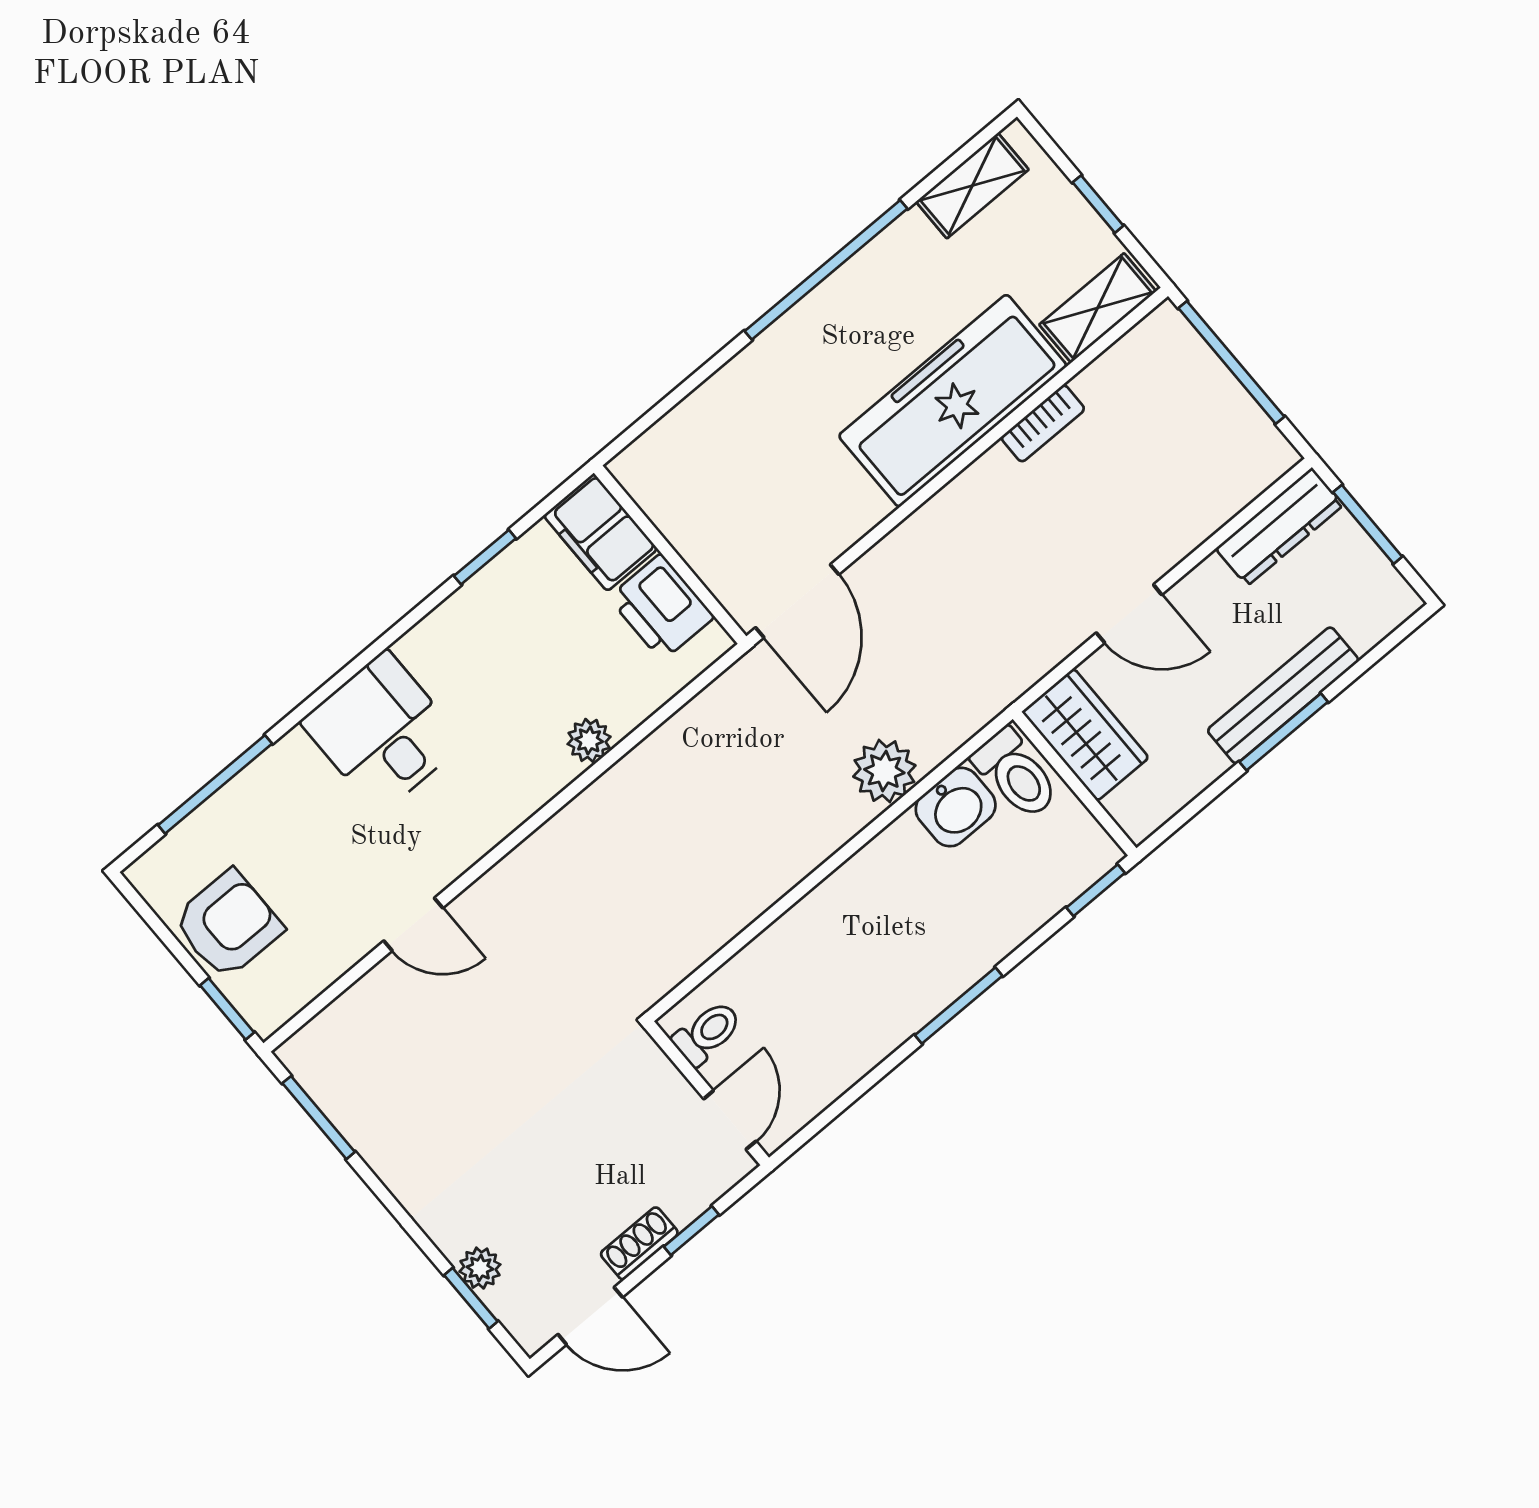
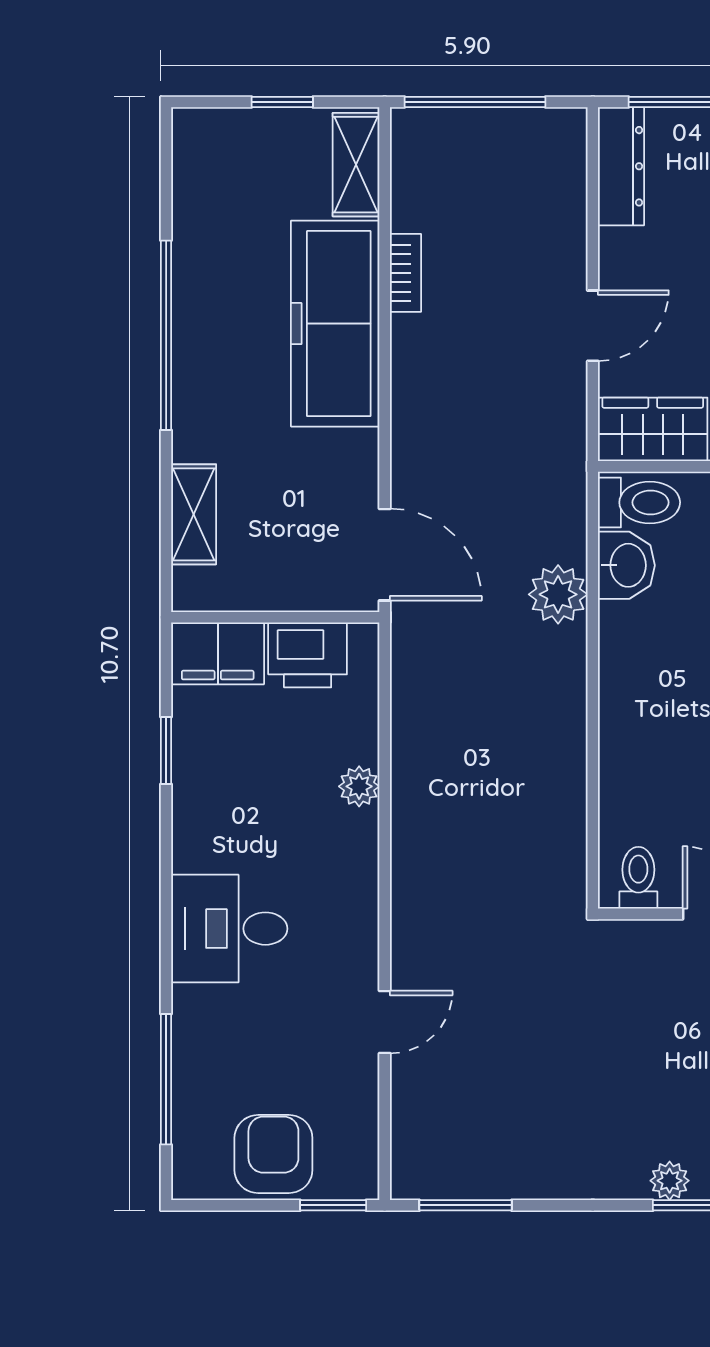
shelving: (972, 186) -> (194, 514), moved

